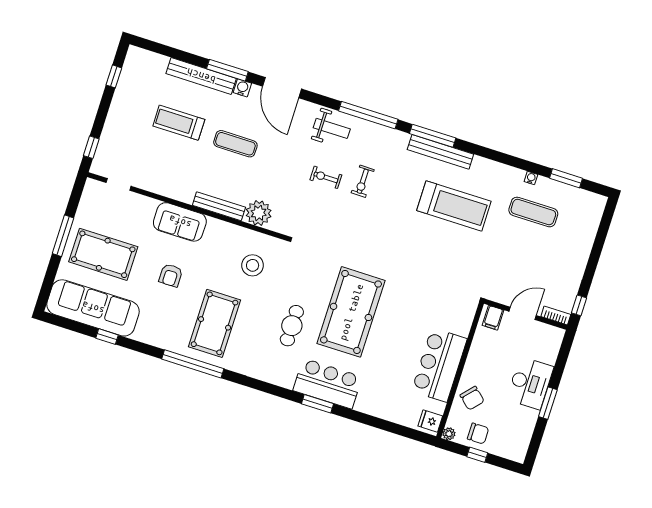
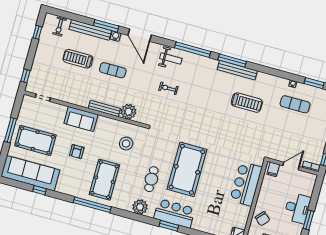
exercise bike: (363, 181) -> (59, 27), moved
treadmill: (454, 206) -> (247, 103), width x0.73, depth x0.73
bar counter: (439, 365) -> (246, 184), moved
plant: (271, 371) -> (140, 207), added

